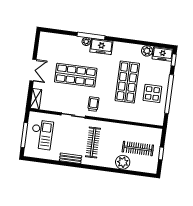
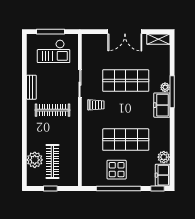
double door: (33, 70) -> (125, 32), width x1.37
shop shelf: (76, 75) -> (126, 81), turned 90
shelving: (36, 99) -> (158, 39), moved
plant: (123, 162) -> (35, 160), moved

